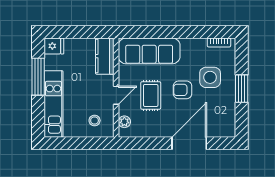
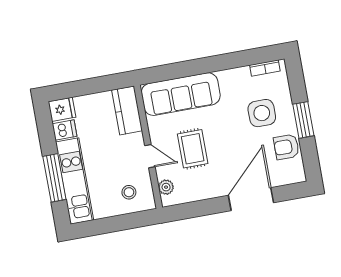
dishwasher: (53, 63) -> (64, 130), added
window: (38, 77) -> (54, 178), moved
armchair: (183, 90) -> (286, 147), moved
door: (116, 95) -> (150, 156), hinge flipped

